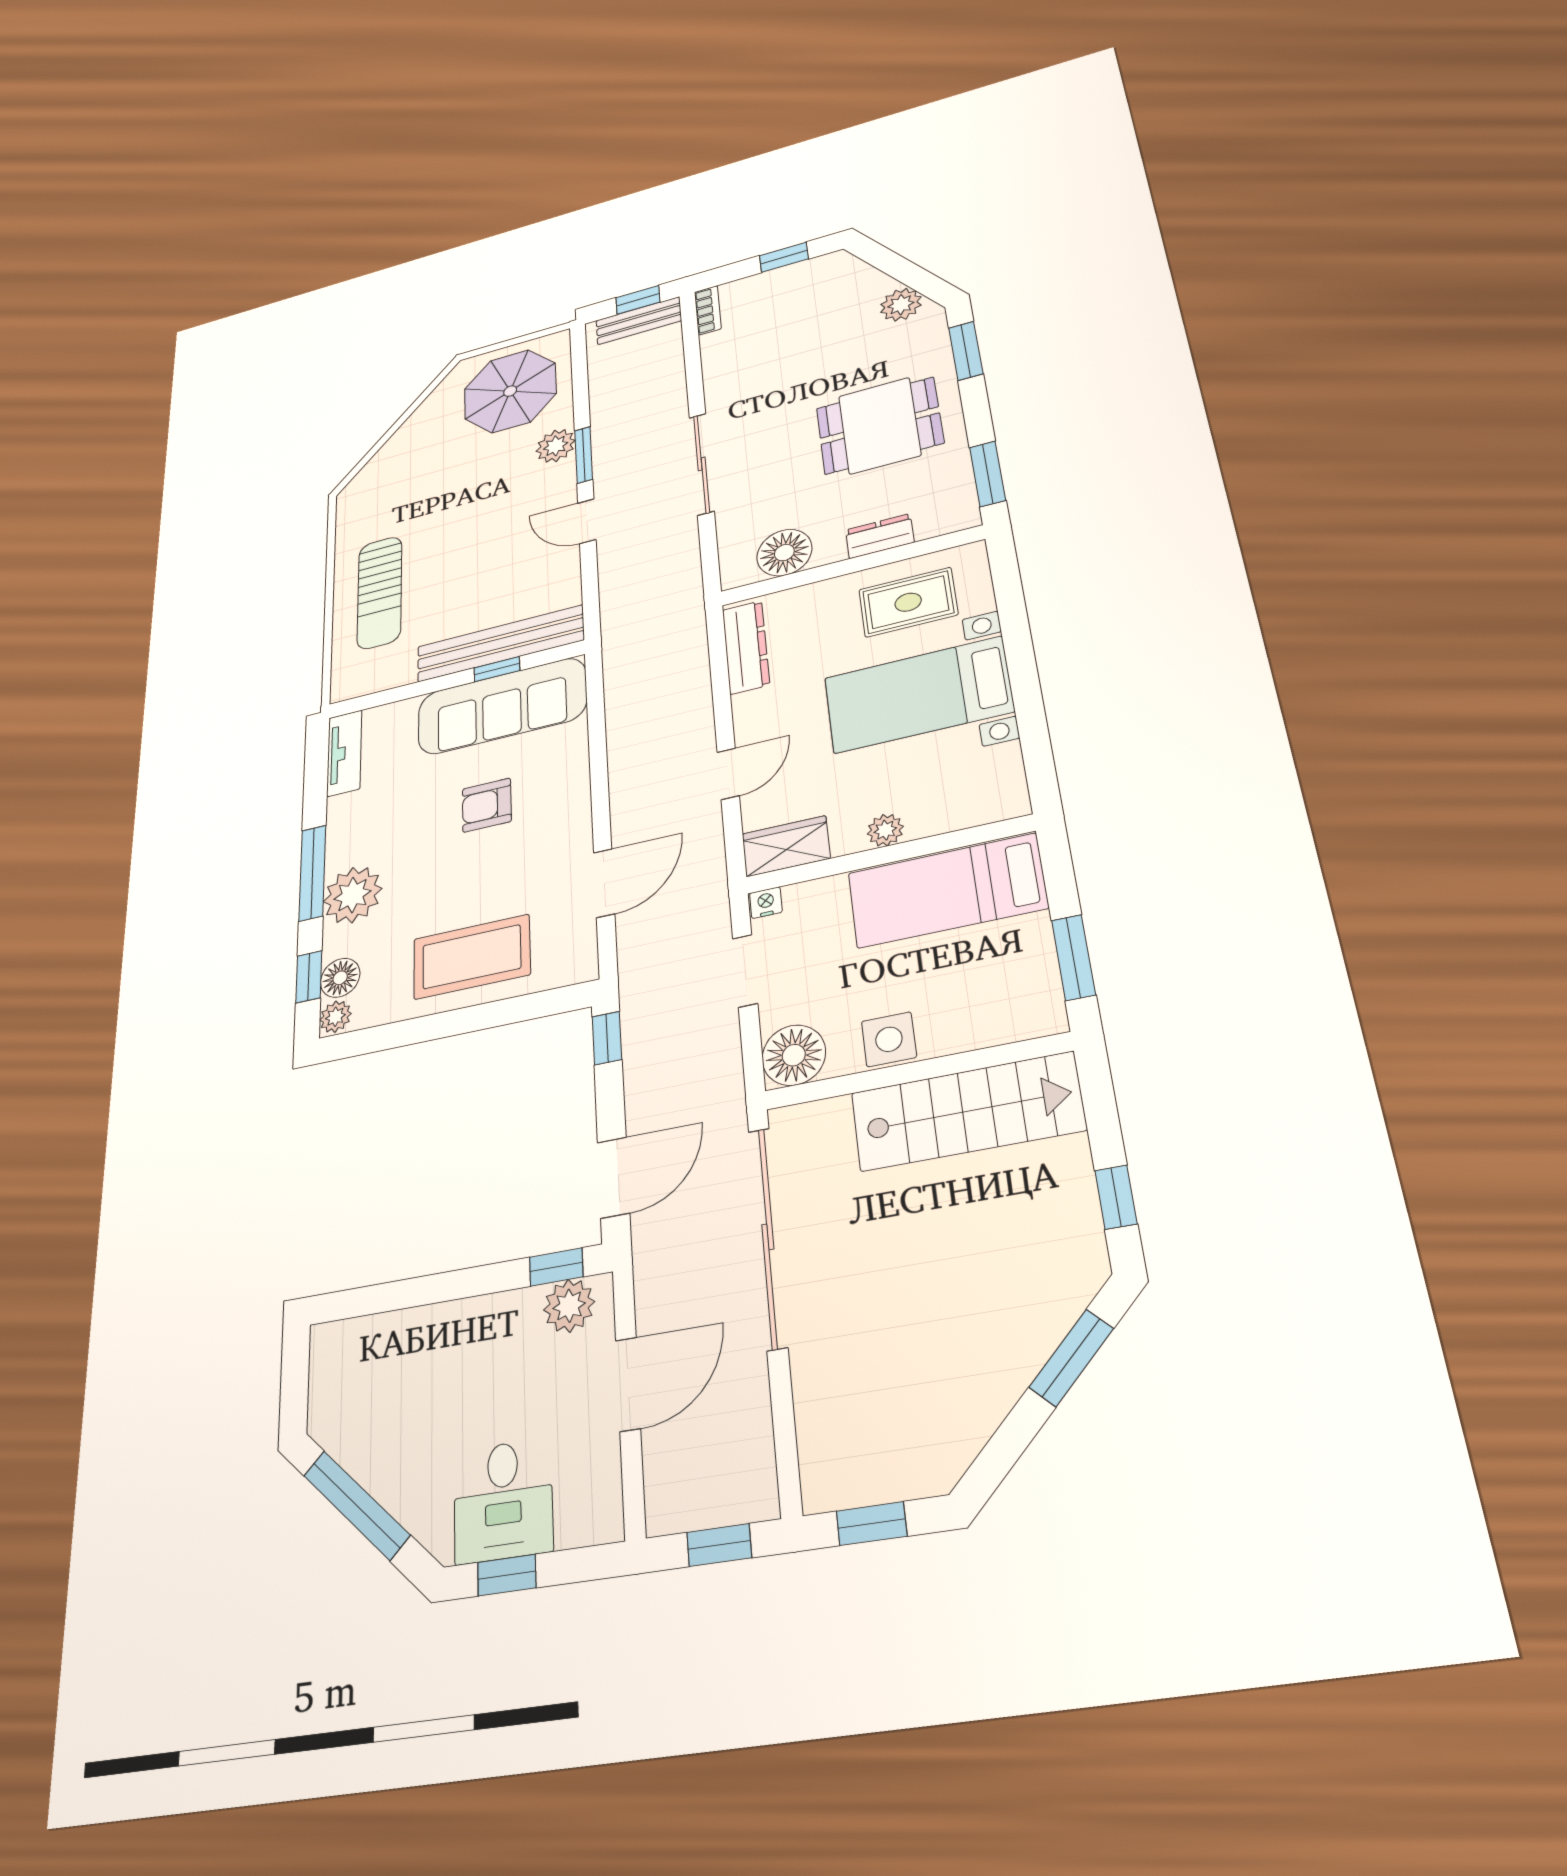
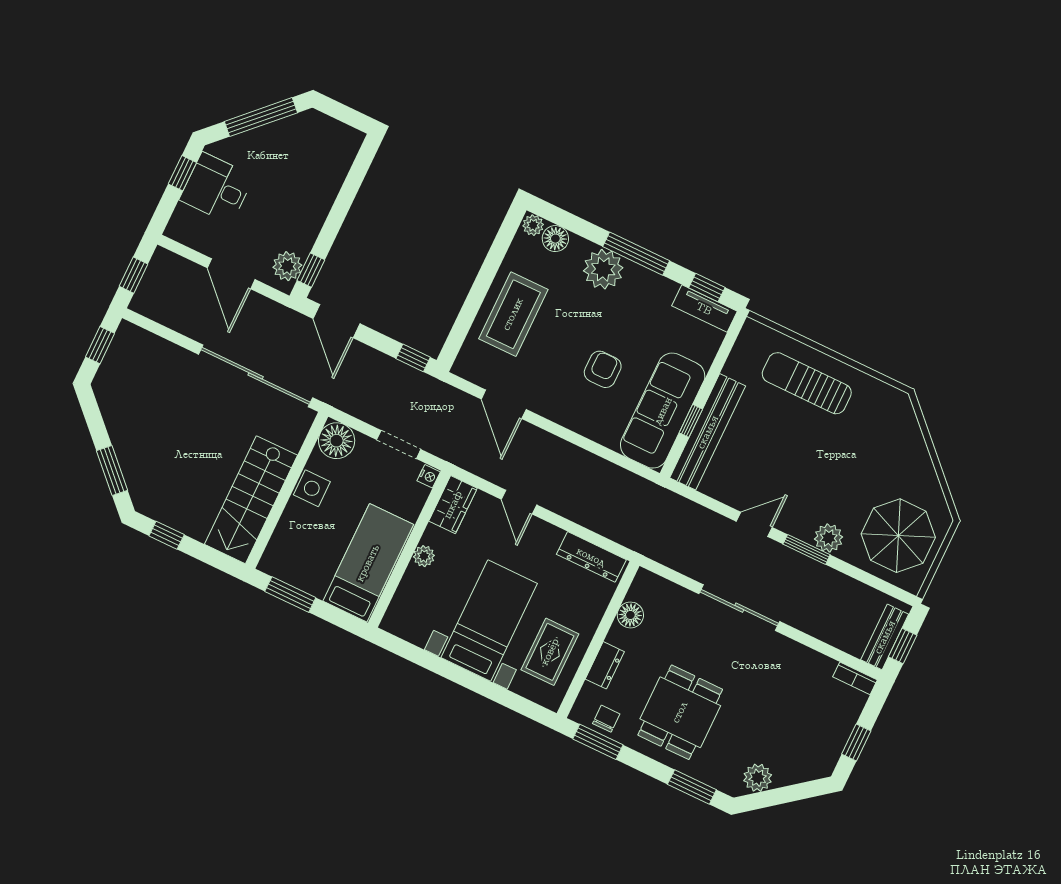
chair: (950, 487) -> (606, 719), added
floor lamp: (784, 553) -> (630, 615), width x0.73, depth x0.73
window: (309, 977) -> (707, 288), moved

